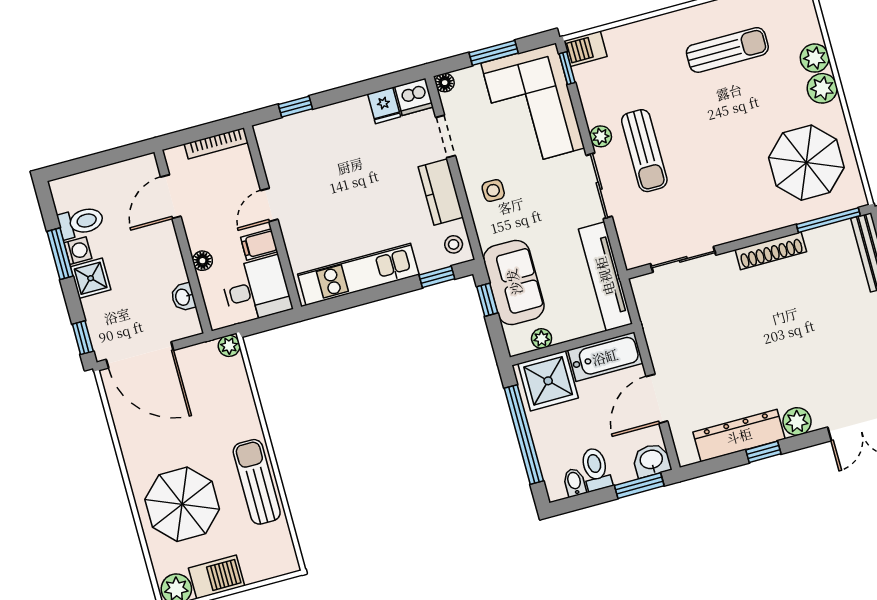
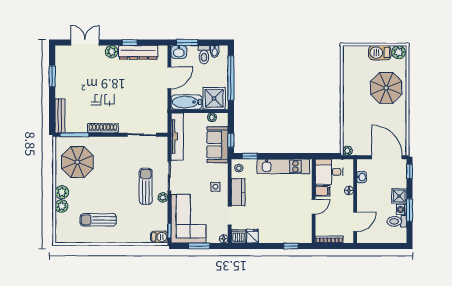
sun lounger: (257, 482) -> (351, 89), removed

